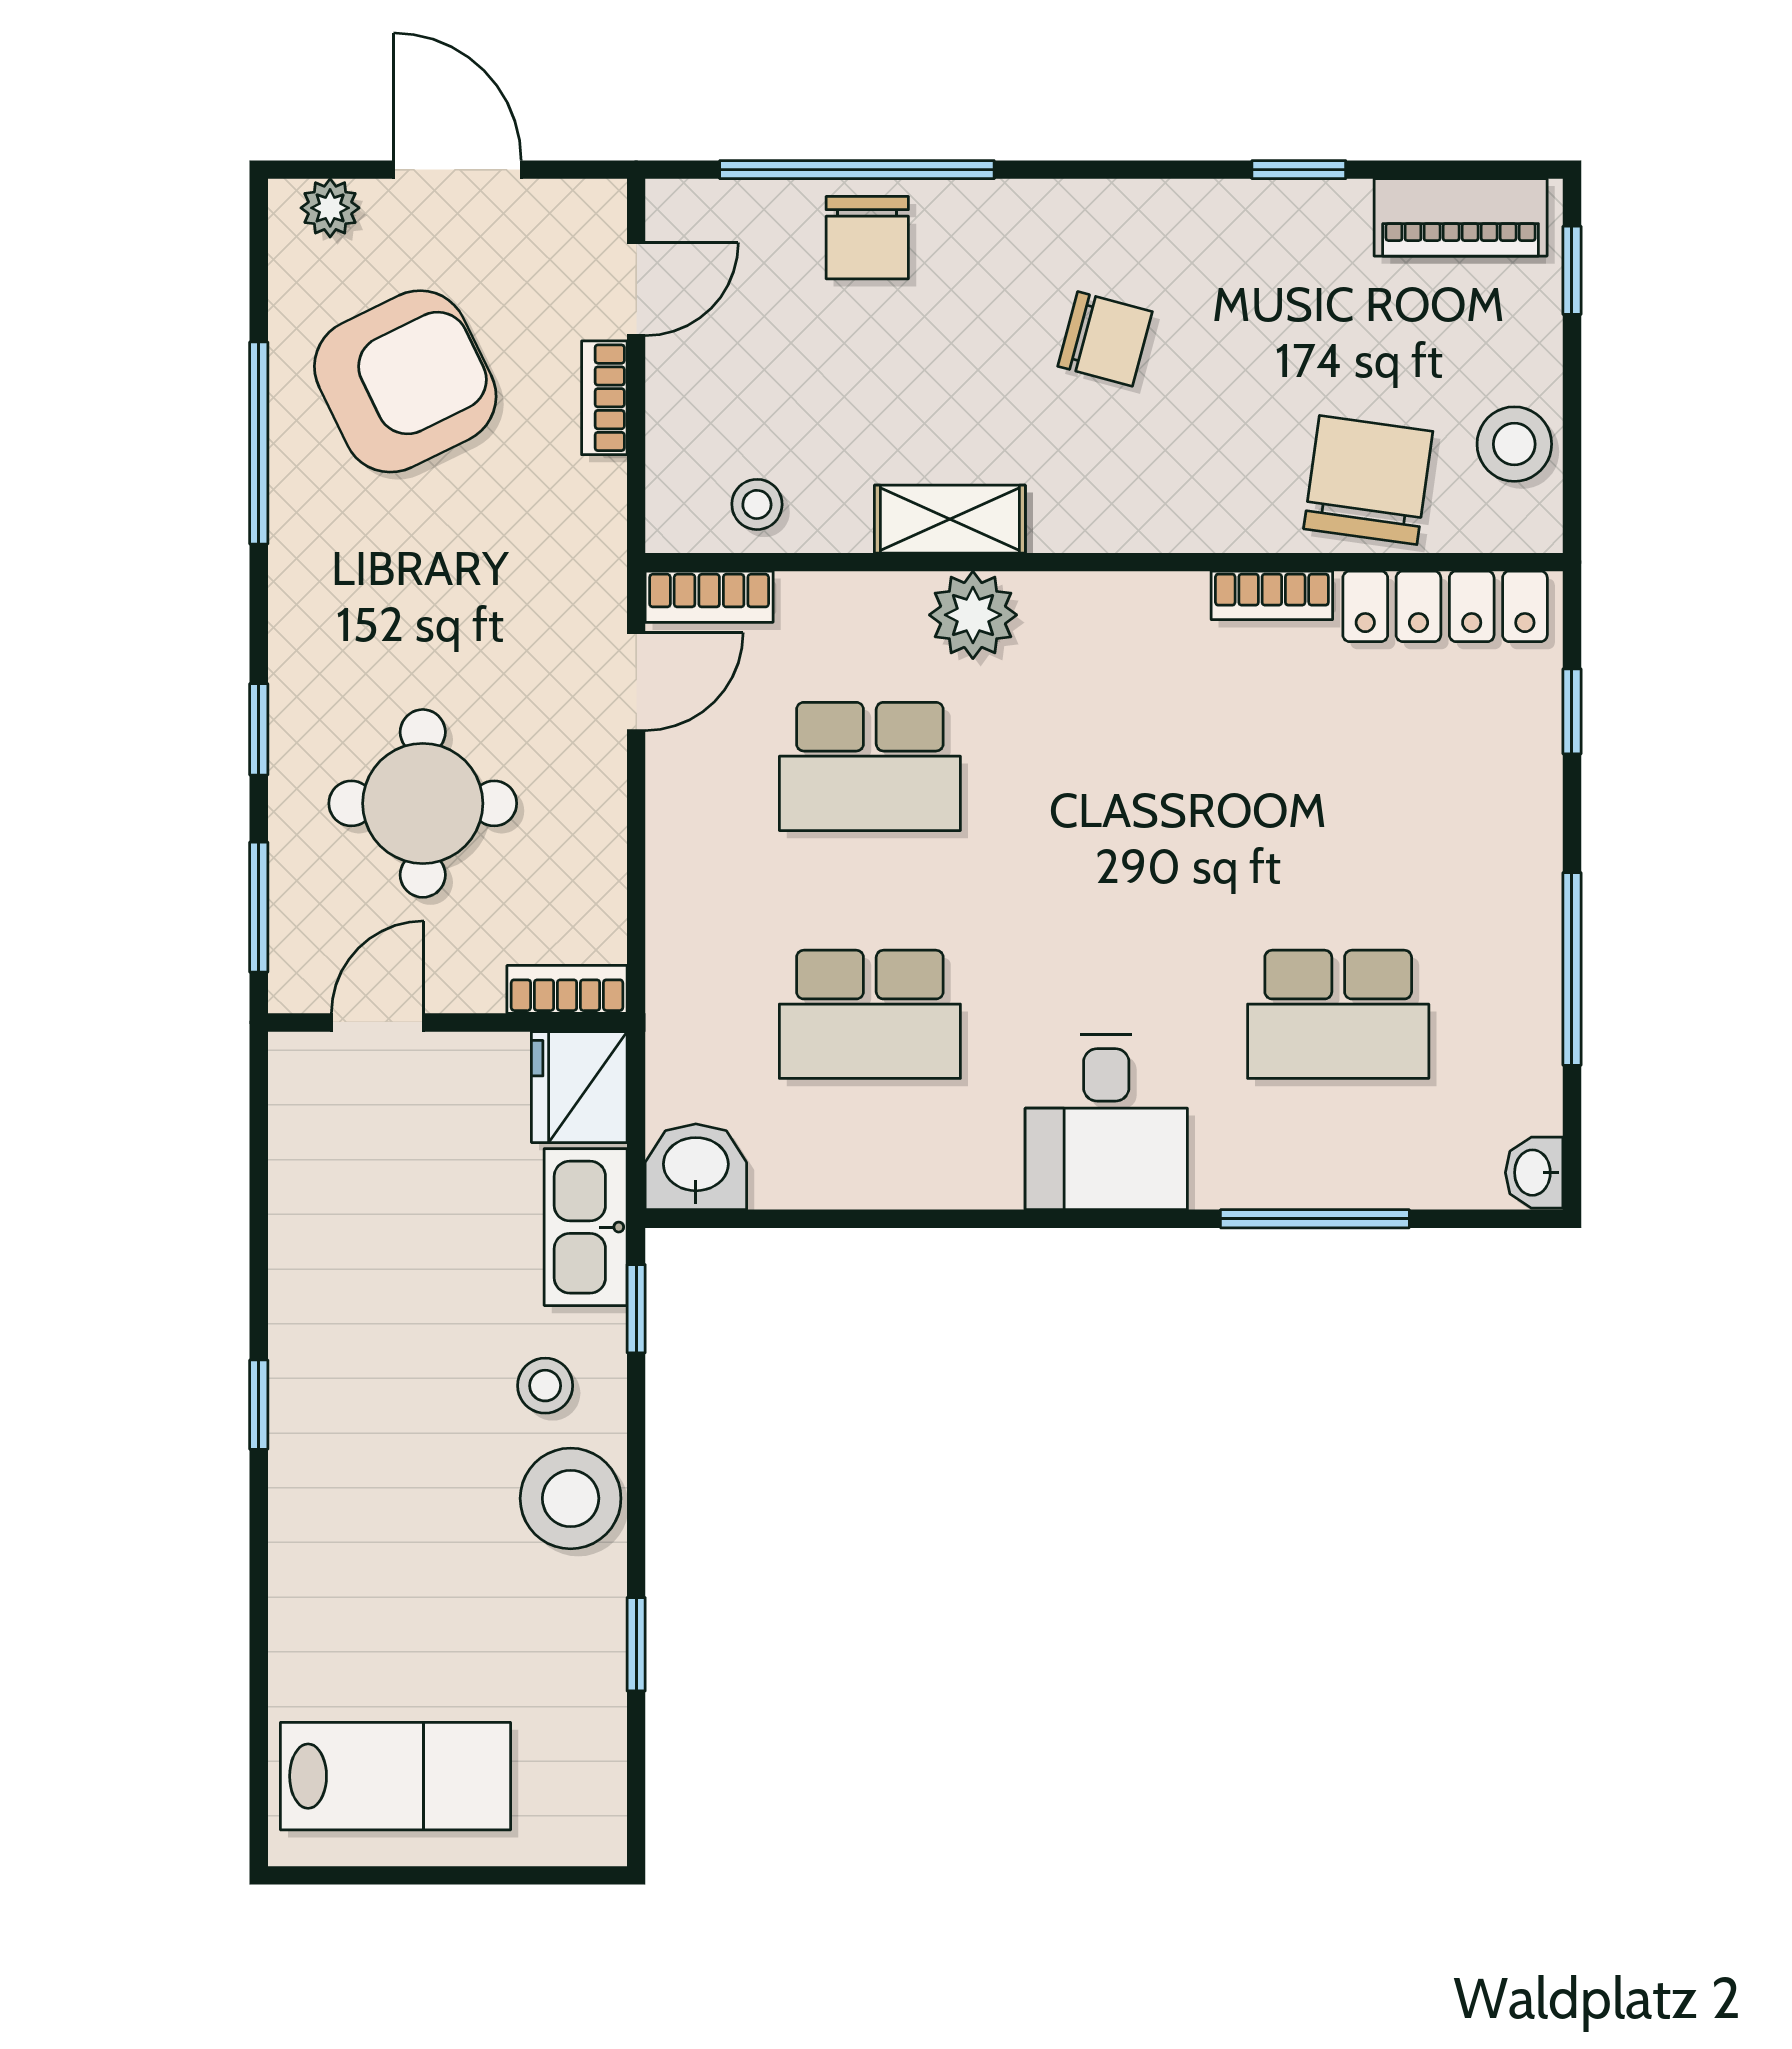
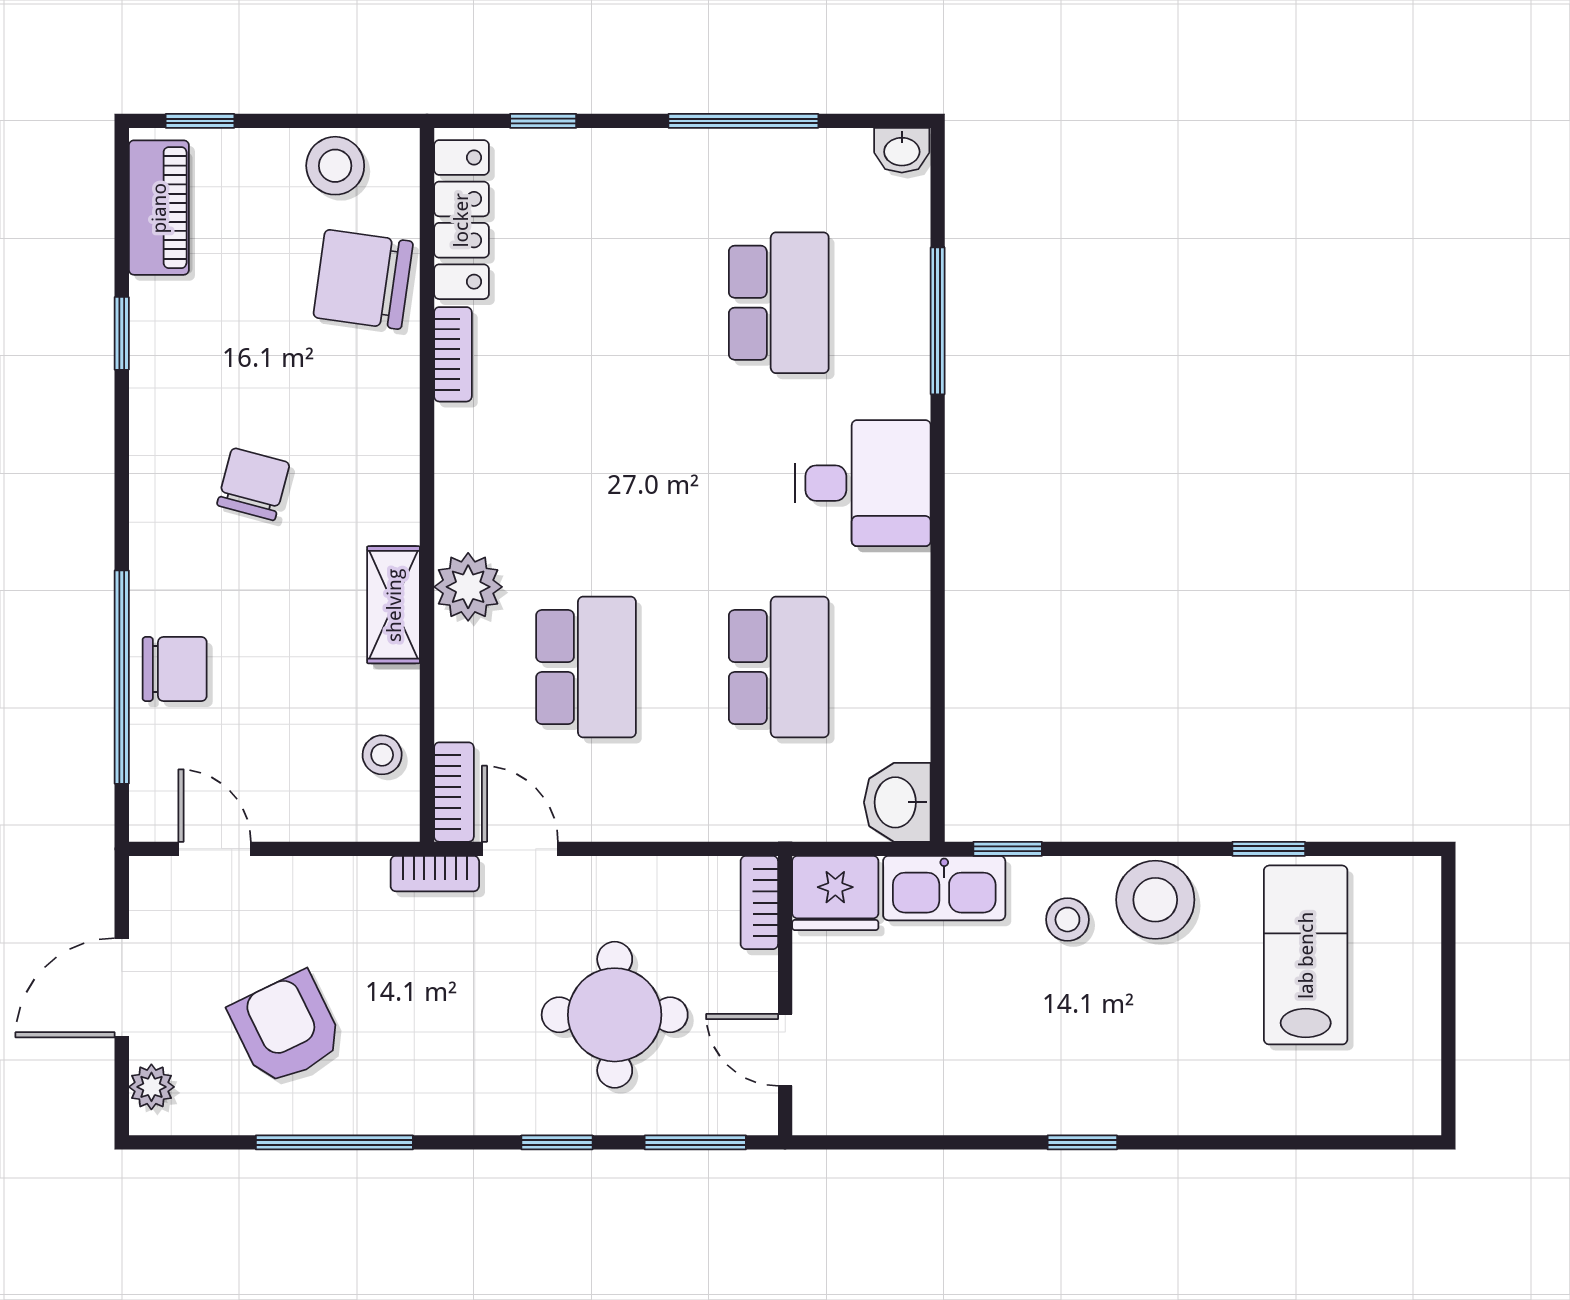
armchair: (405, 381) -> (286, 1028), width x0.73, depth x0.73
bookcase: (604, 398) -> (435, 874), moved
lab bench: (395, 1776) -> (1306, 955), moved

